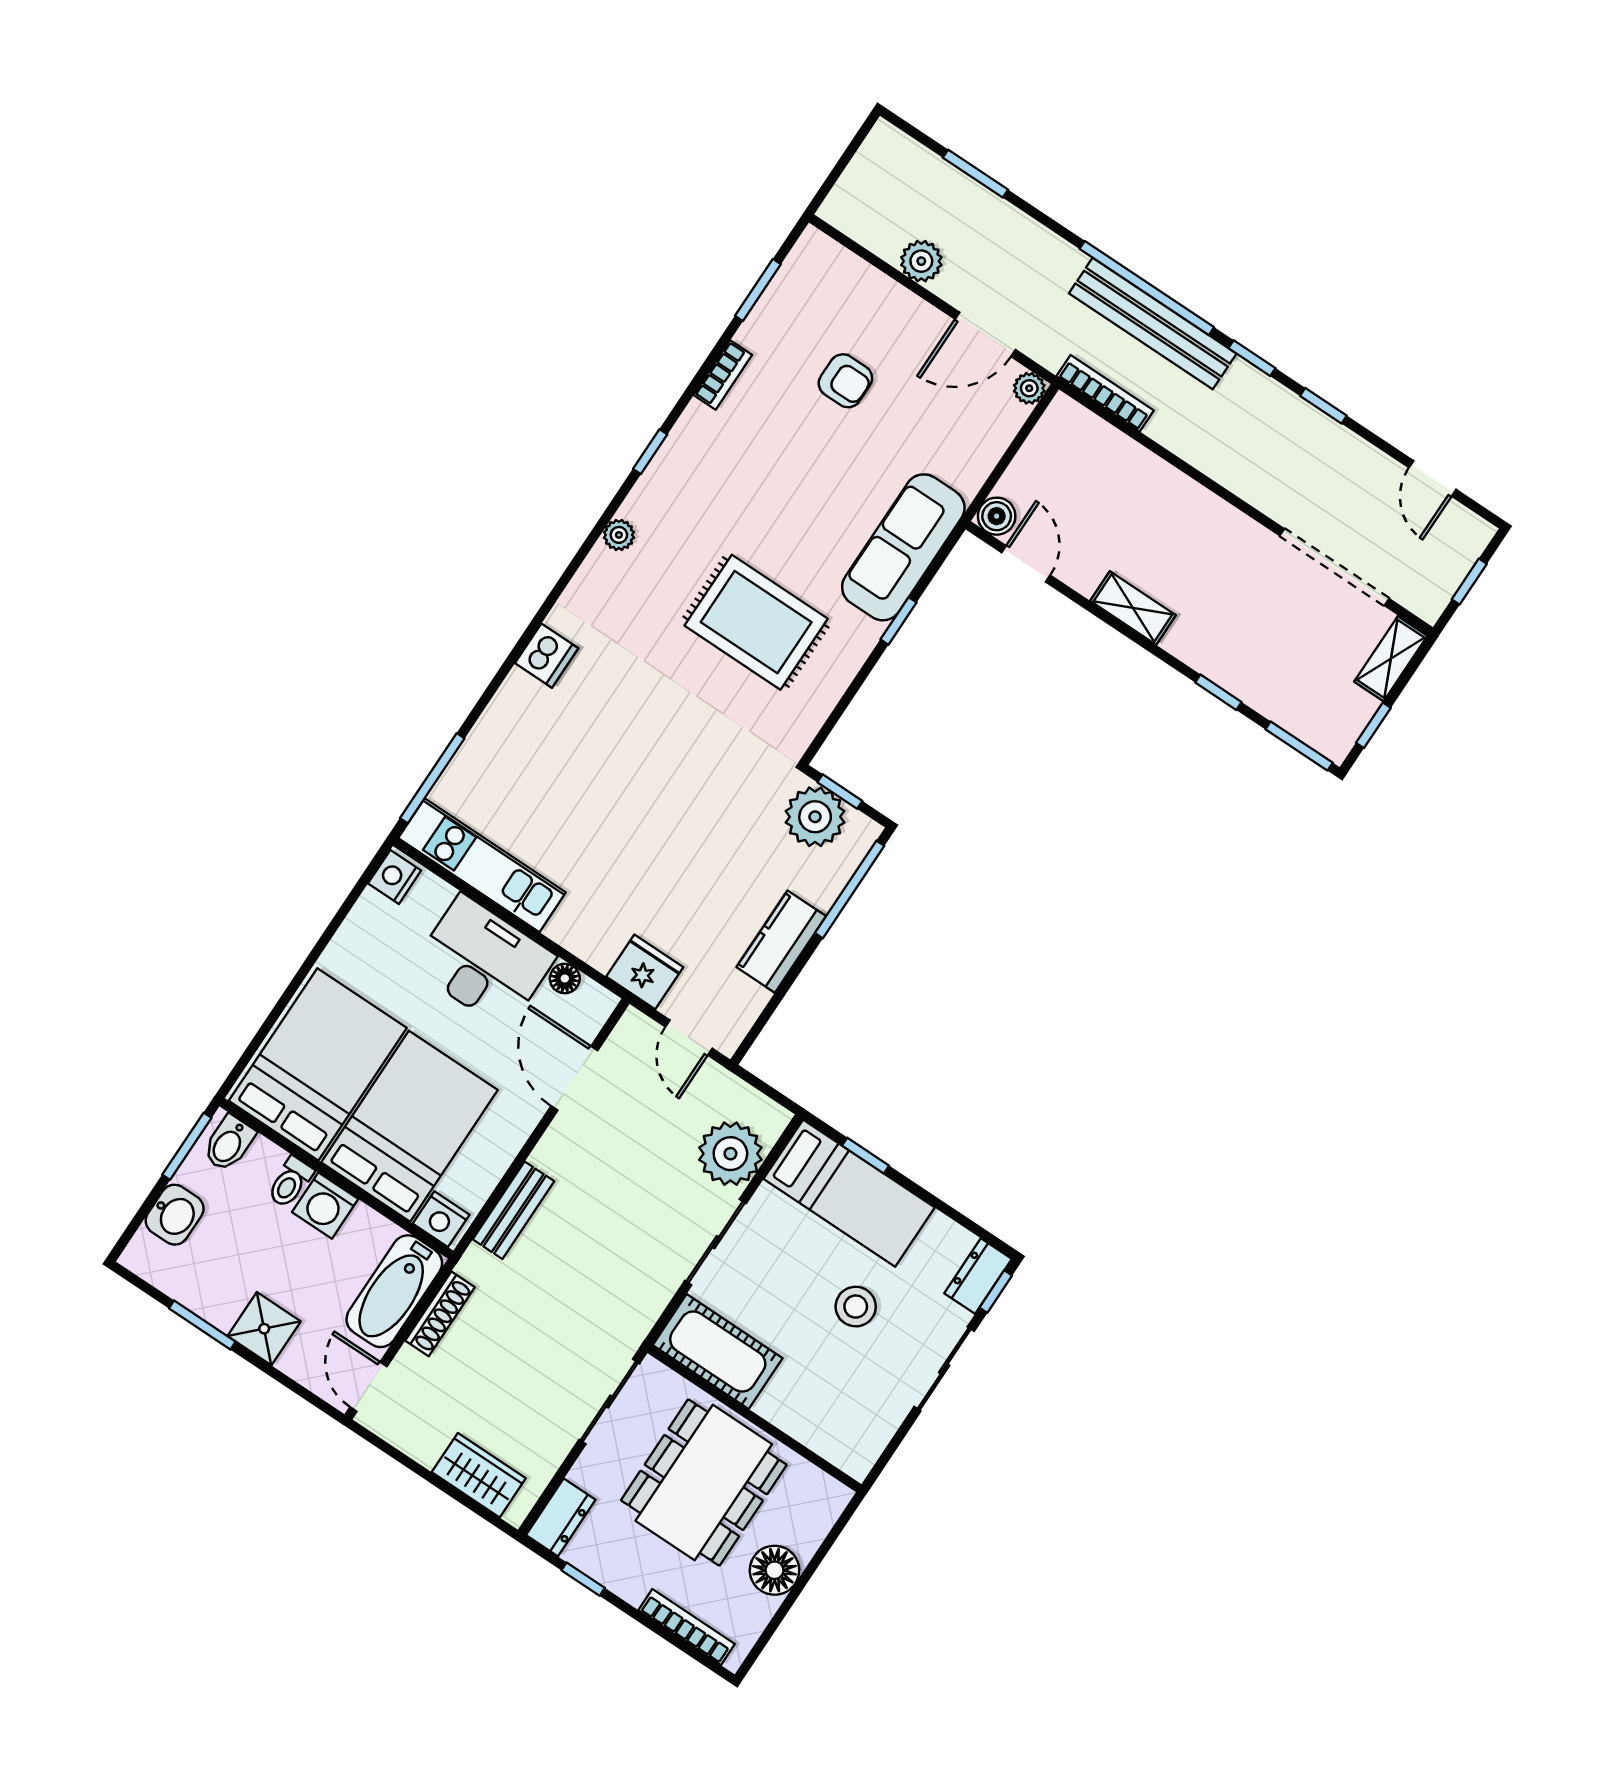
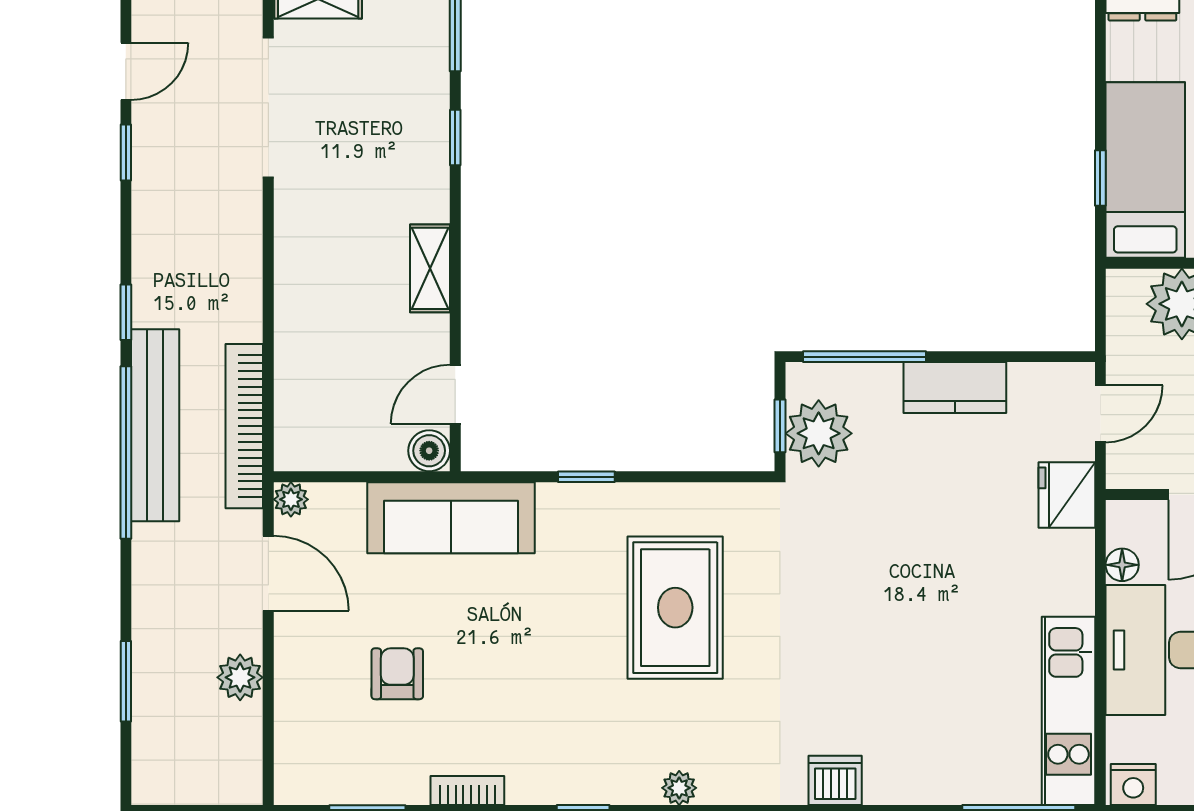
bookcase: (1105, 393) -> (244, 426), width x1.48, depth x1.31
window: (1323, 406) -> (126, 152), moved
sofa: (903, 547) -> (451, 518), moved

